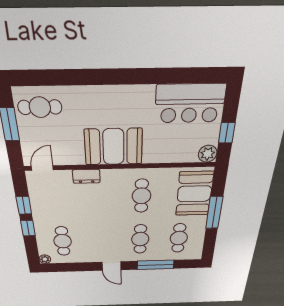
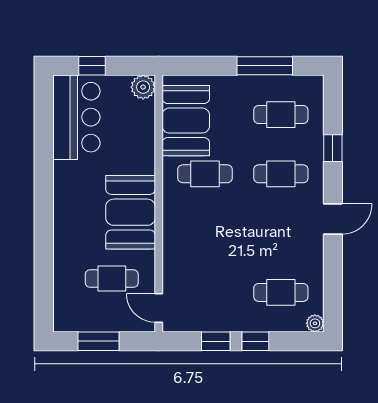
cafe table: (40, 107) -> (112, 279), moved, turned 90
window: (227, 133) -> (92, 66), moved
dresser: (86, 176) -> (172, 250), removed
booth: (194, 194) -> (186, 121), moved, turned 90
window: (214, 213) -> (265, 66), moved
window: (156, 265) -> (333, 148), width x0.46

